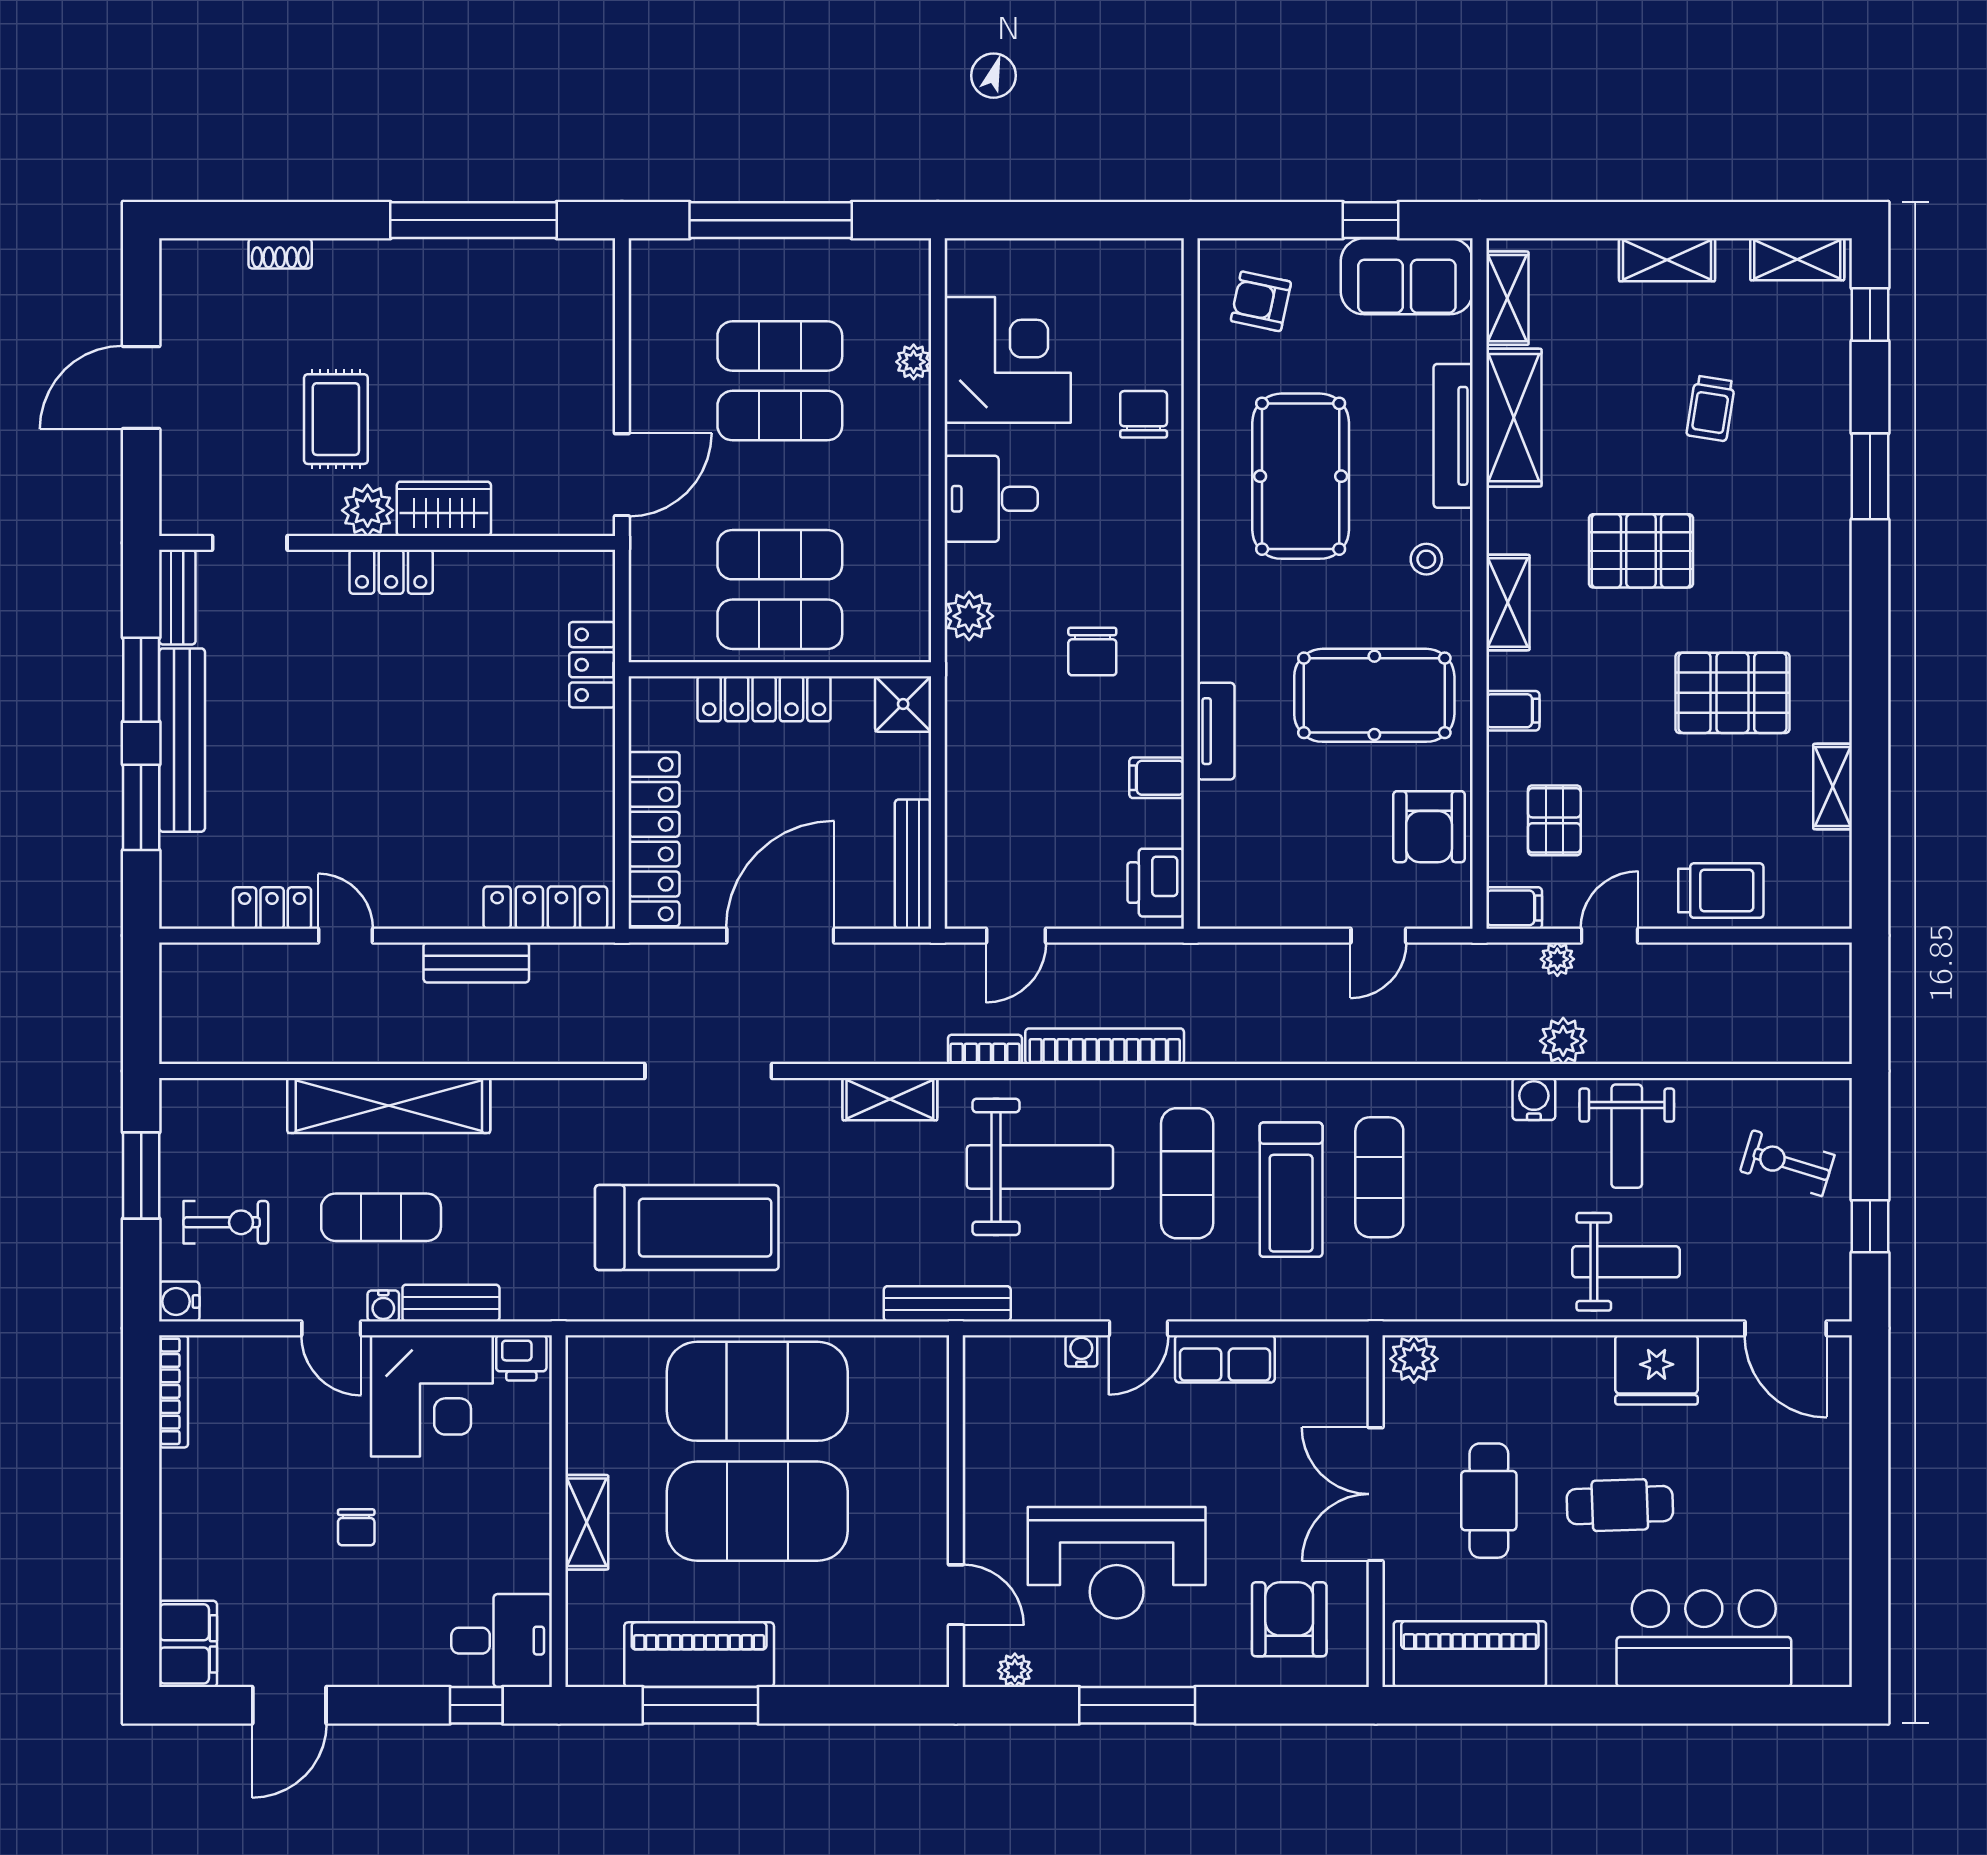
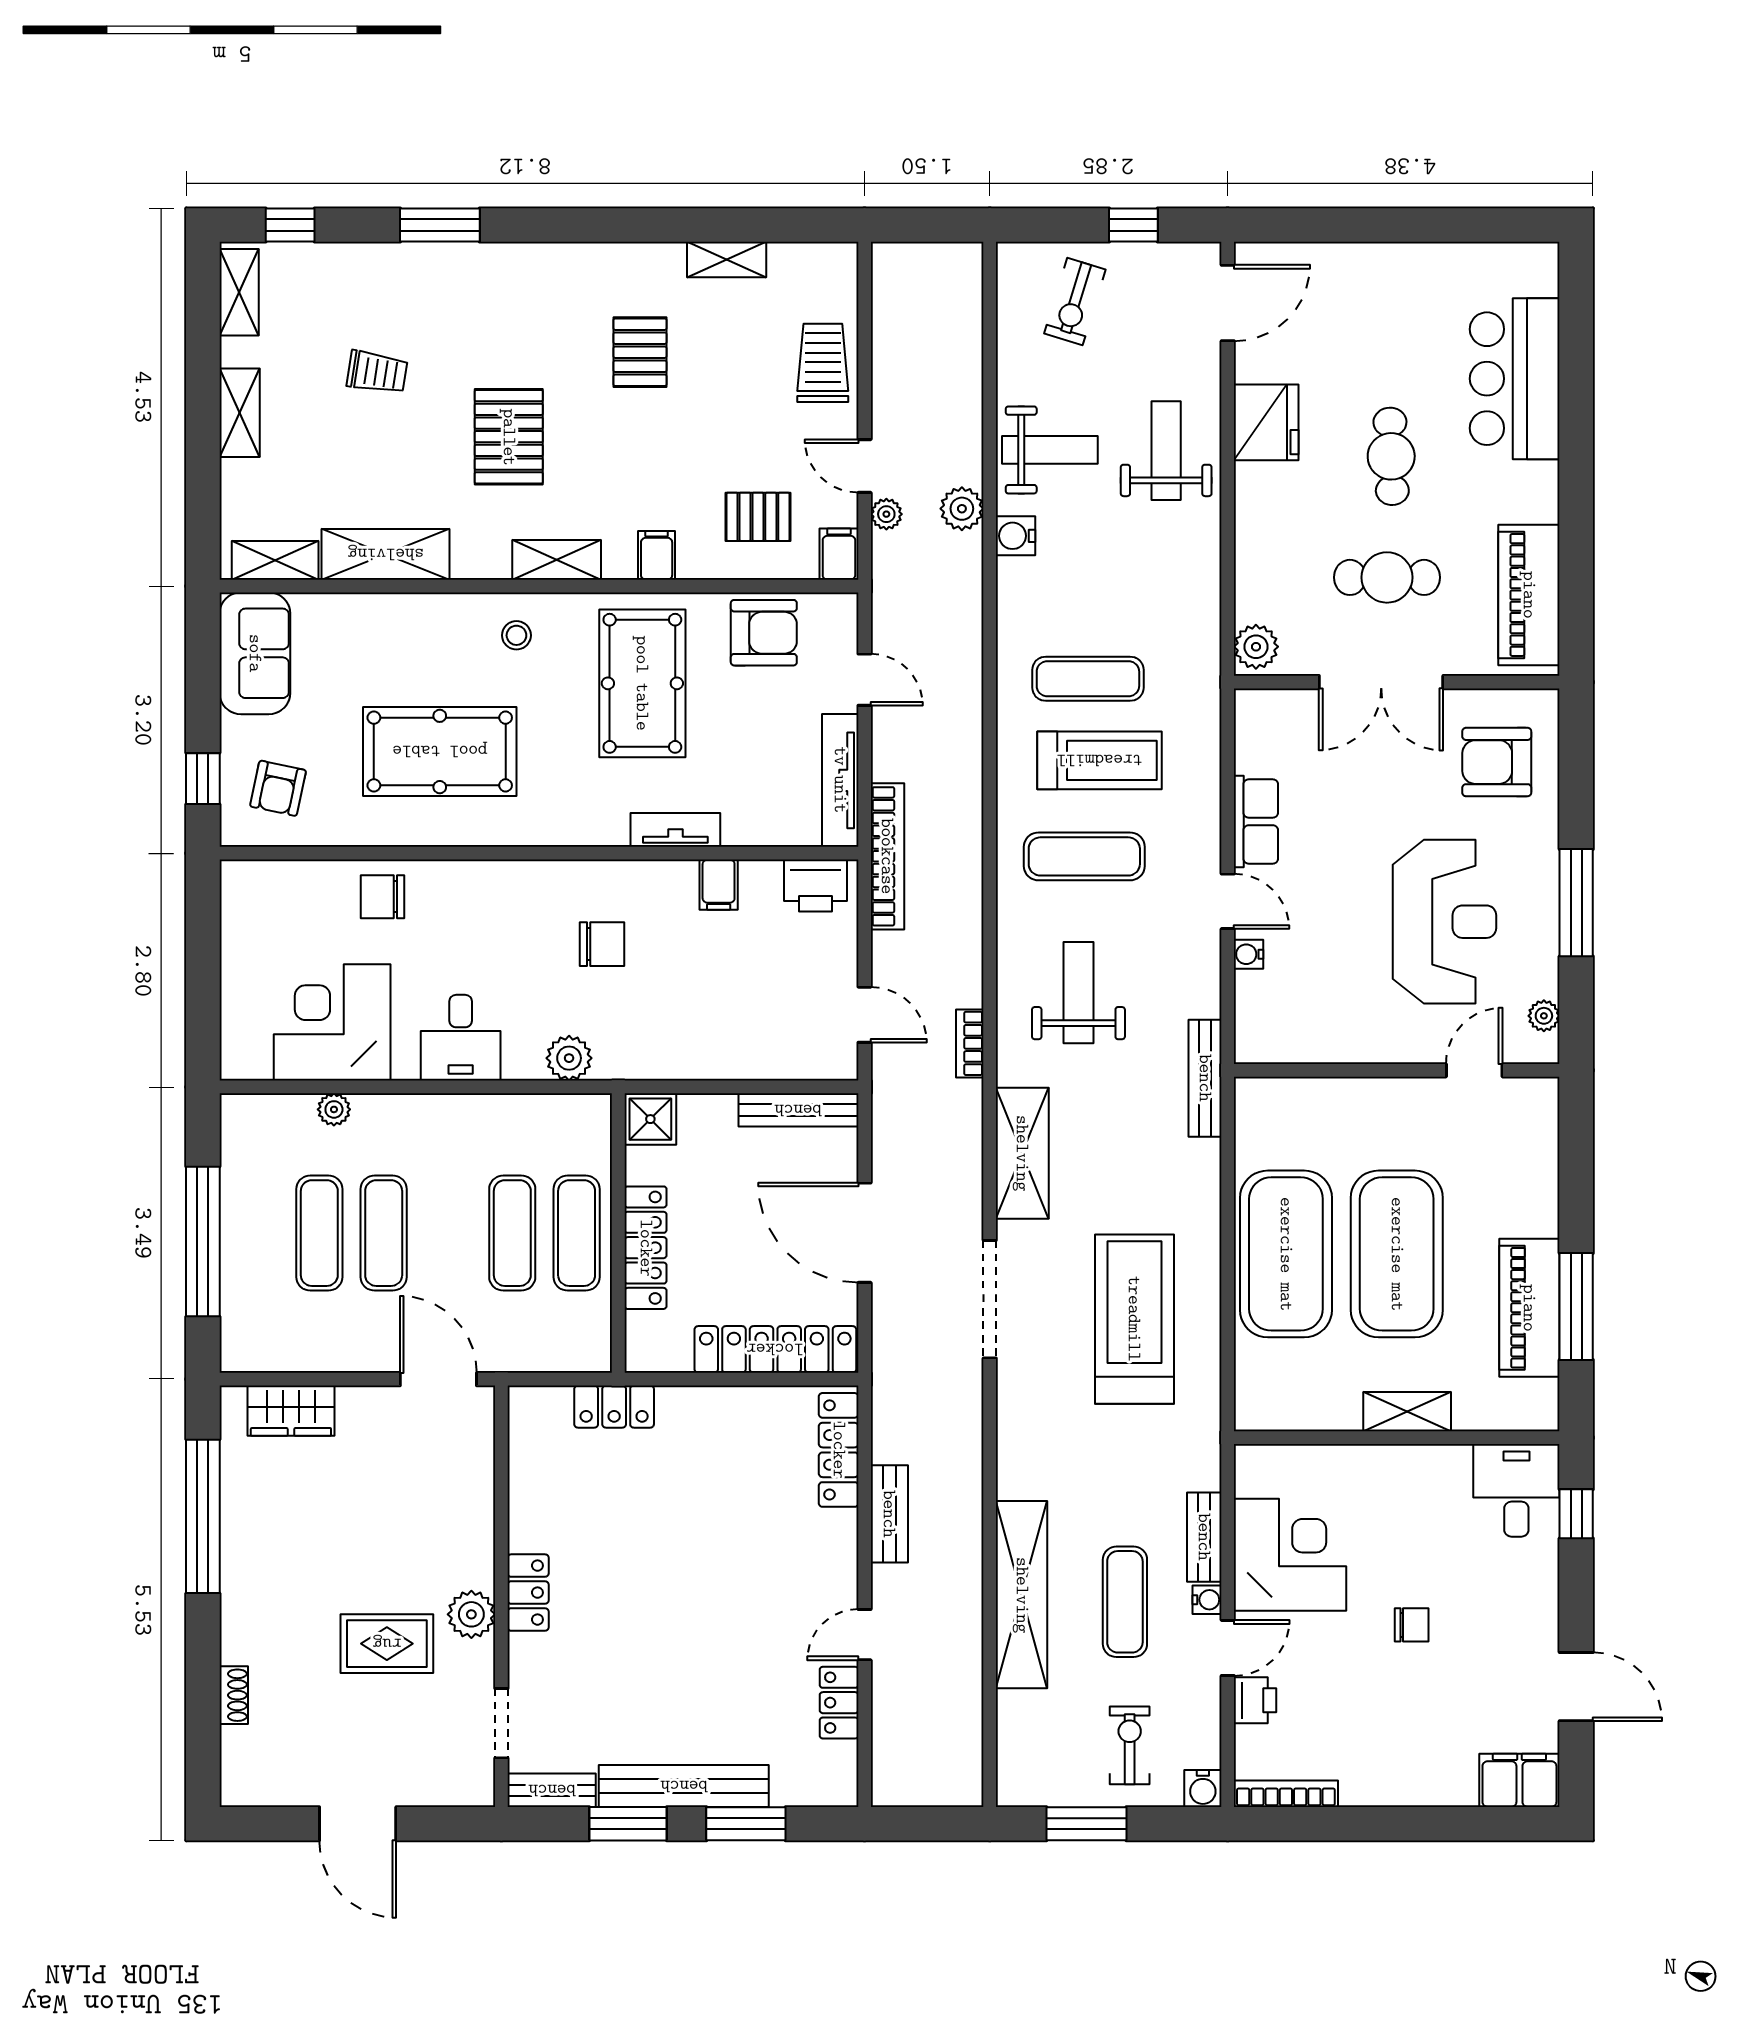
window: (1370, 220) -> (203, 779), moved
tv unit: (1453, 436) -> (840, 780), moved, turned 90
wardrobe: (444, 509) -> (291, 1411), moved, turned -90
pallet: (1732, 693) -> (640, 352), width x0.67, depth x0.71
bookcase: (1105, 1046) -> (887, 856), moved, turned 180
shelving: (890, 1099) -> (1022, 1153), width x1.50, depth x1.33
weight bench: (1040, 1167) -> (1078, 993), width x0.73, depth x0.75
printer: (521, 1358) -> (1255, 1700), moved

